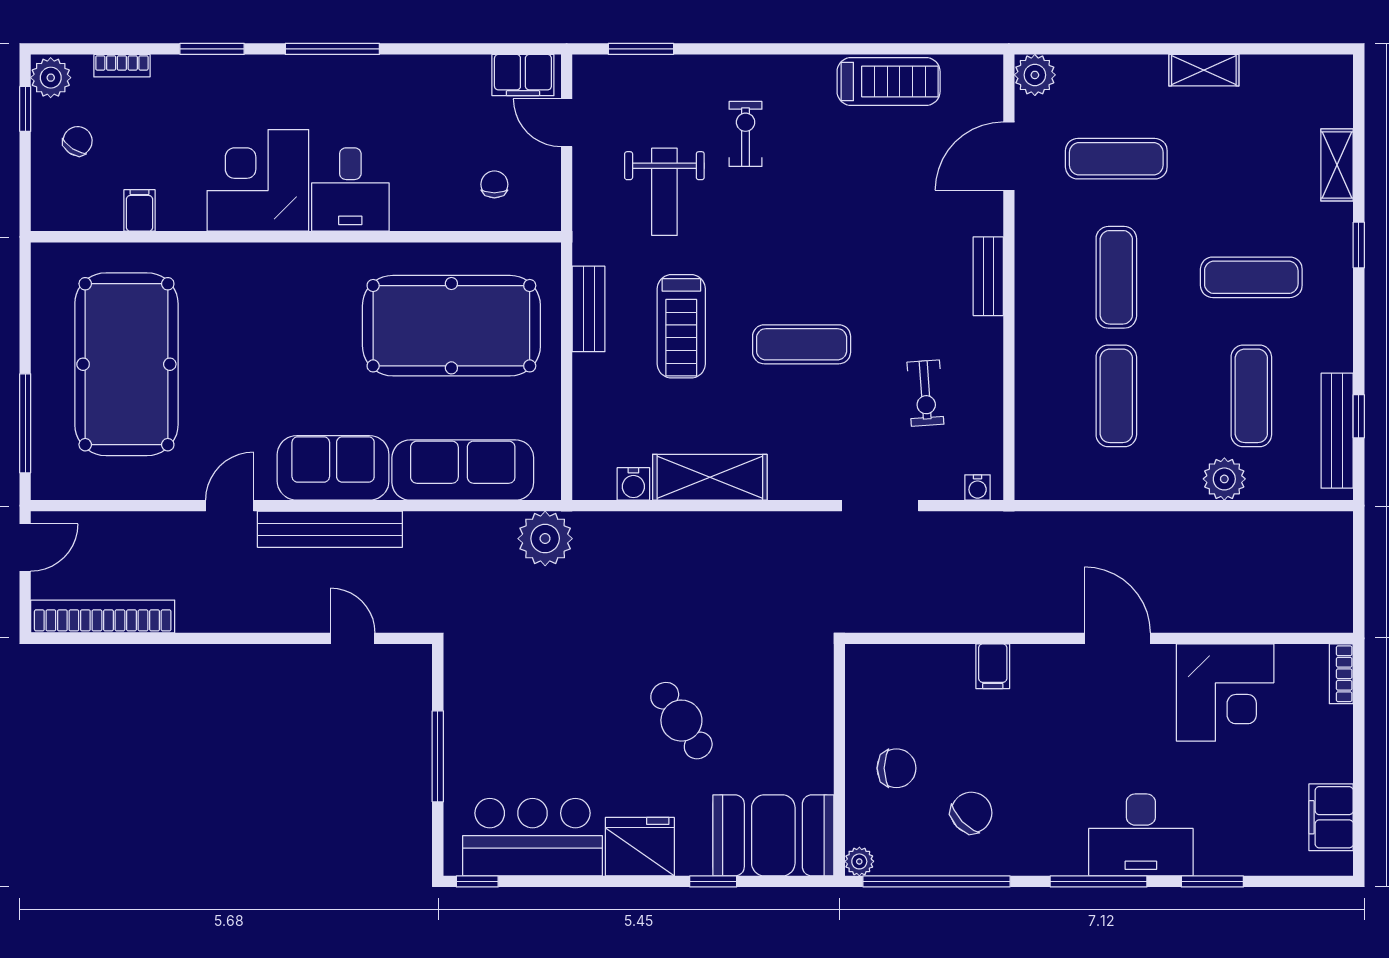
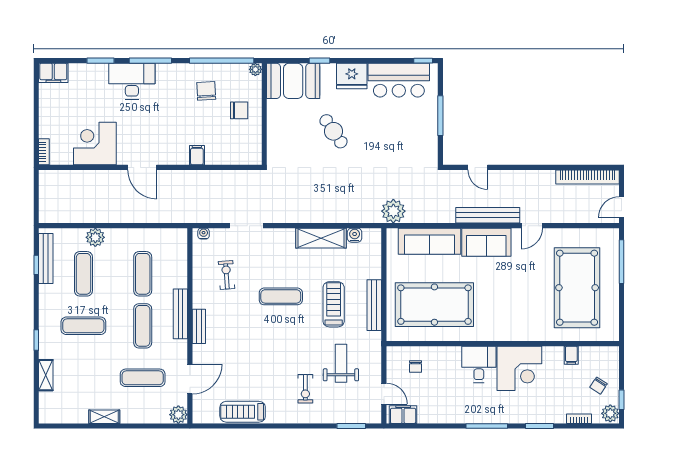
bench: (1030, 305) -> (180, 314), added
bench: (589, 309) -> (374, 305), width x1.36
chair: (896, 768) -> (239, 110), turned 180
chair: (971, 813) -> (206, 91), turned 131
filing cabinet: (1331, 817) -> (53, 73), moved, turned 90

